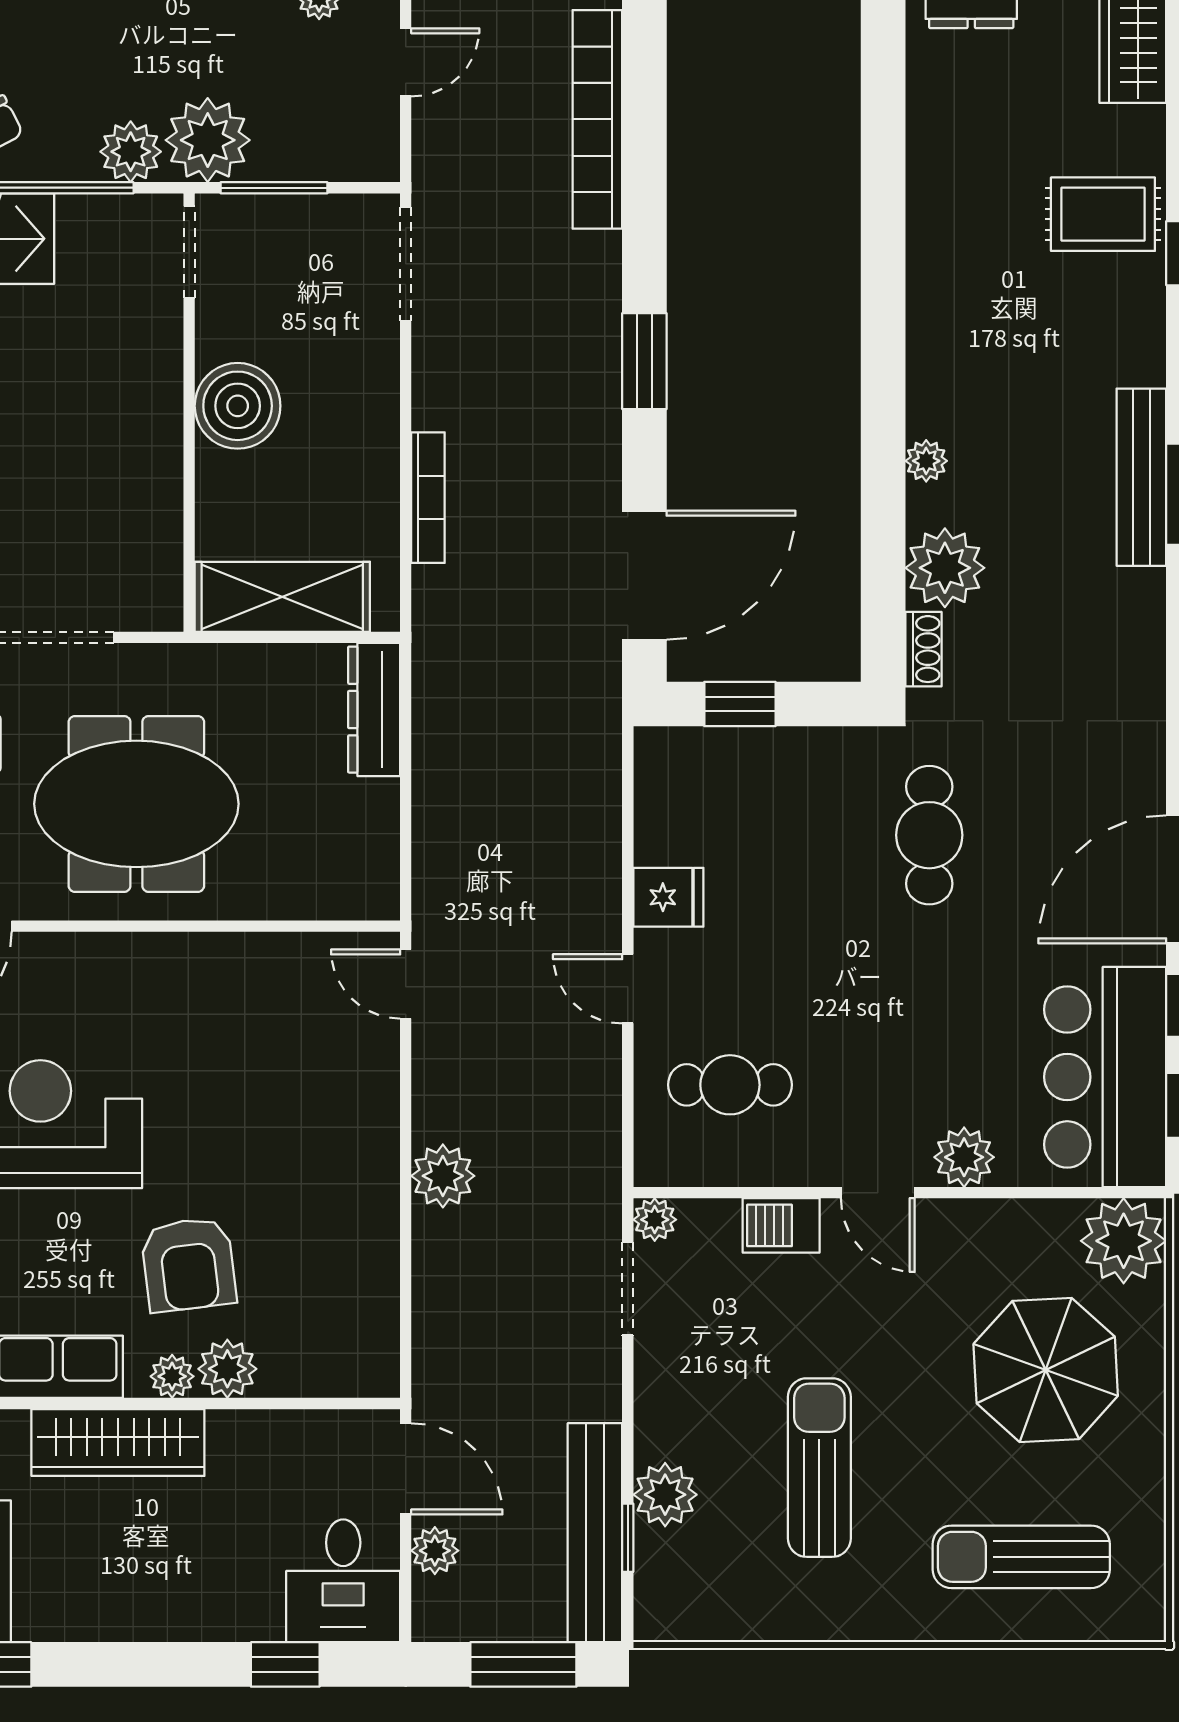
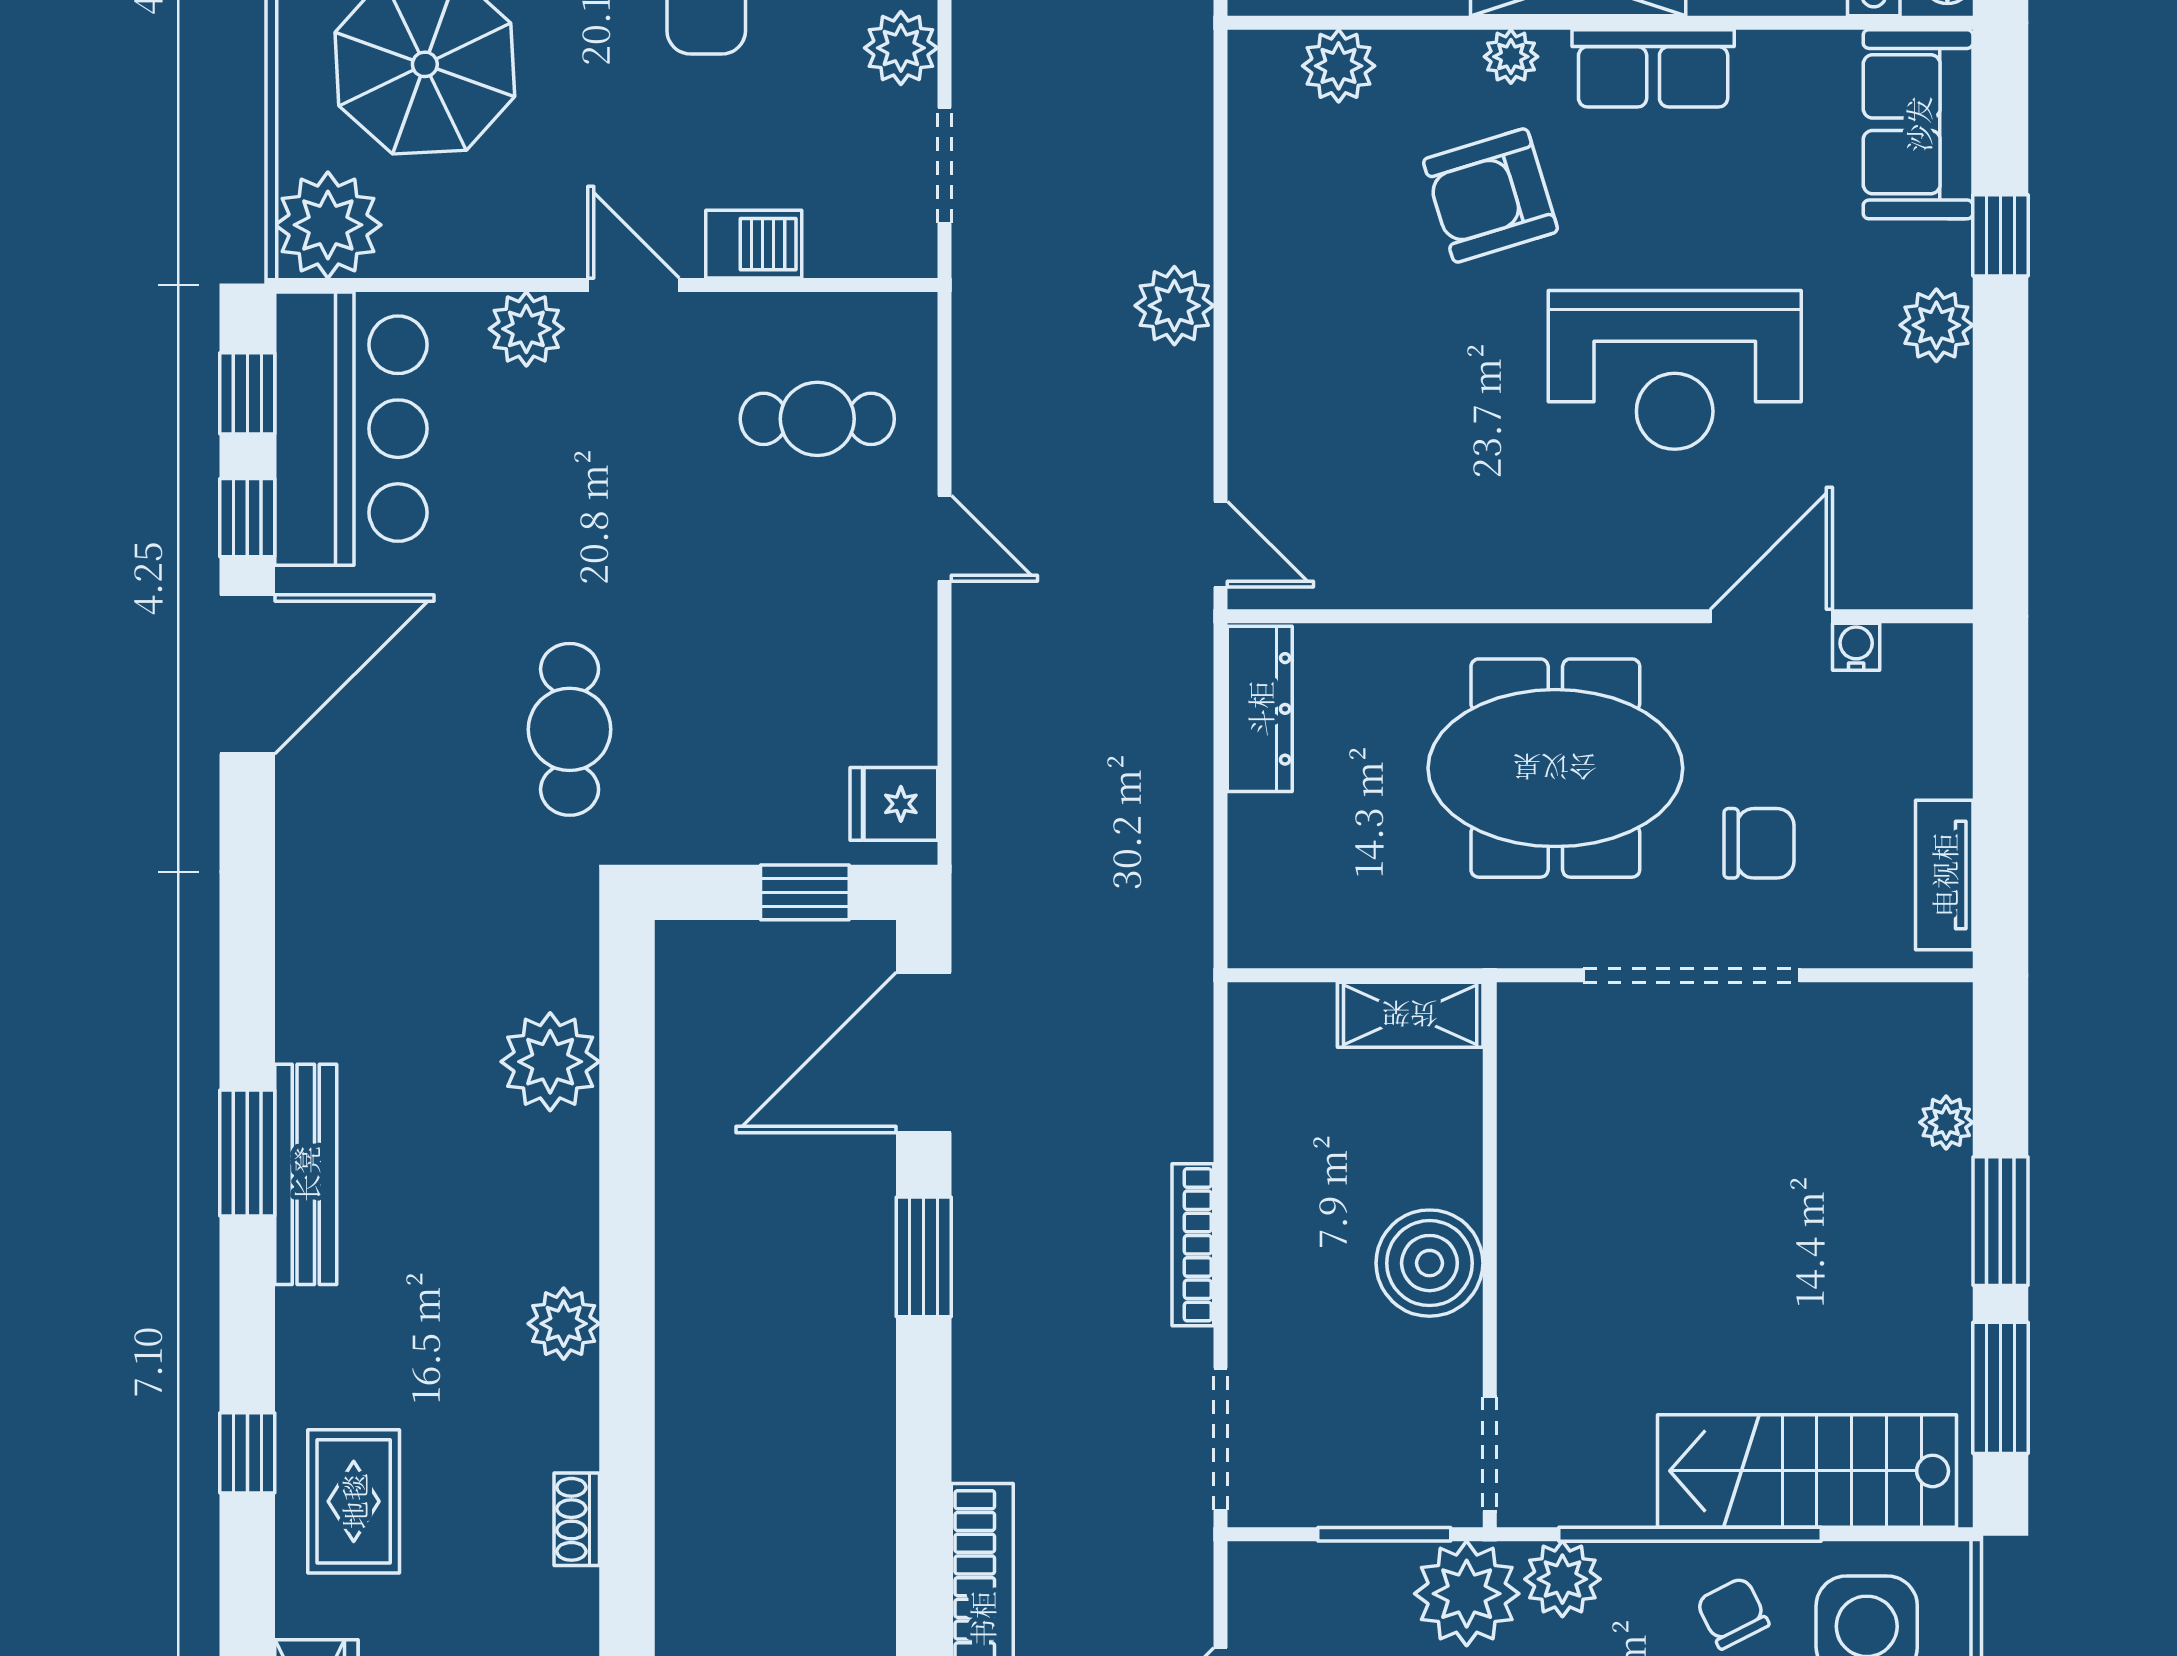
rug: (1103, 214) -> (354, 1501), turned 90
window: (644, 361) -> (924, 1257), moved
plant: (926, 461) -> (564, 1324), moved, width x1.38, depth x1.38
bookcase: (428, 498) -> (1193, 1245), moved
shelving: (282, 597) -> (1410, 1015), width x0.67, depth x0.75
shoe rack: (923, 649) -> (577, 1519), moved
dresser: (374, 710) -> (1260, 709), moved
fridge: (668, 897) -> (894, 804), moved
plant: (655, 1220) -> (901, 48), moved, width x1.38, depth x1.38
armchair: (189, 1264) -> (1490, 196), turned -100
plant: (227, 1369) -> (1339, 66), moved

